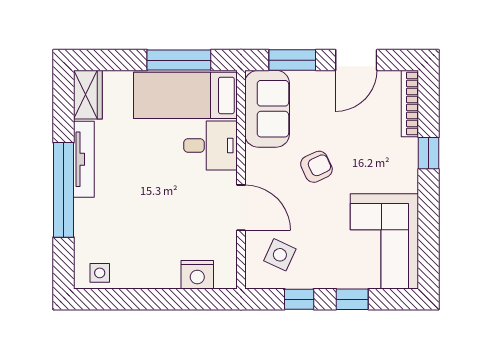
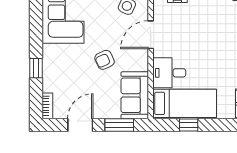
window: (179, 60) -> (189, 125), width x0.46
bookcase: (410, 103) -> (47, 106), width x0.64
door: (241, 208) -> (151, 35), hinge flipped

